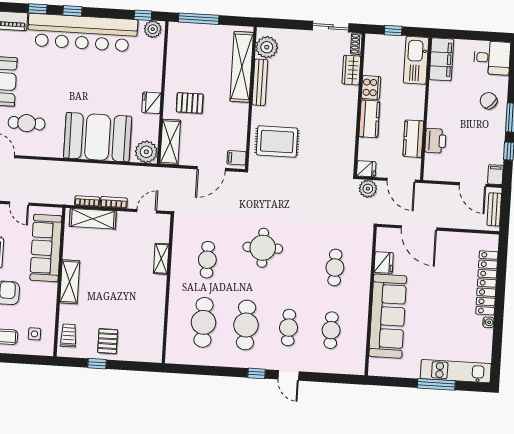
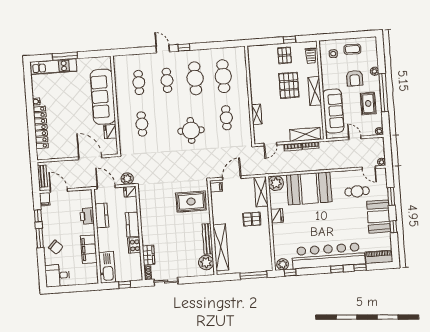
filing cabinet: (441, 59) -> (89, 249), moved
pallet: (107, 296) -> (289, 85), added

